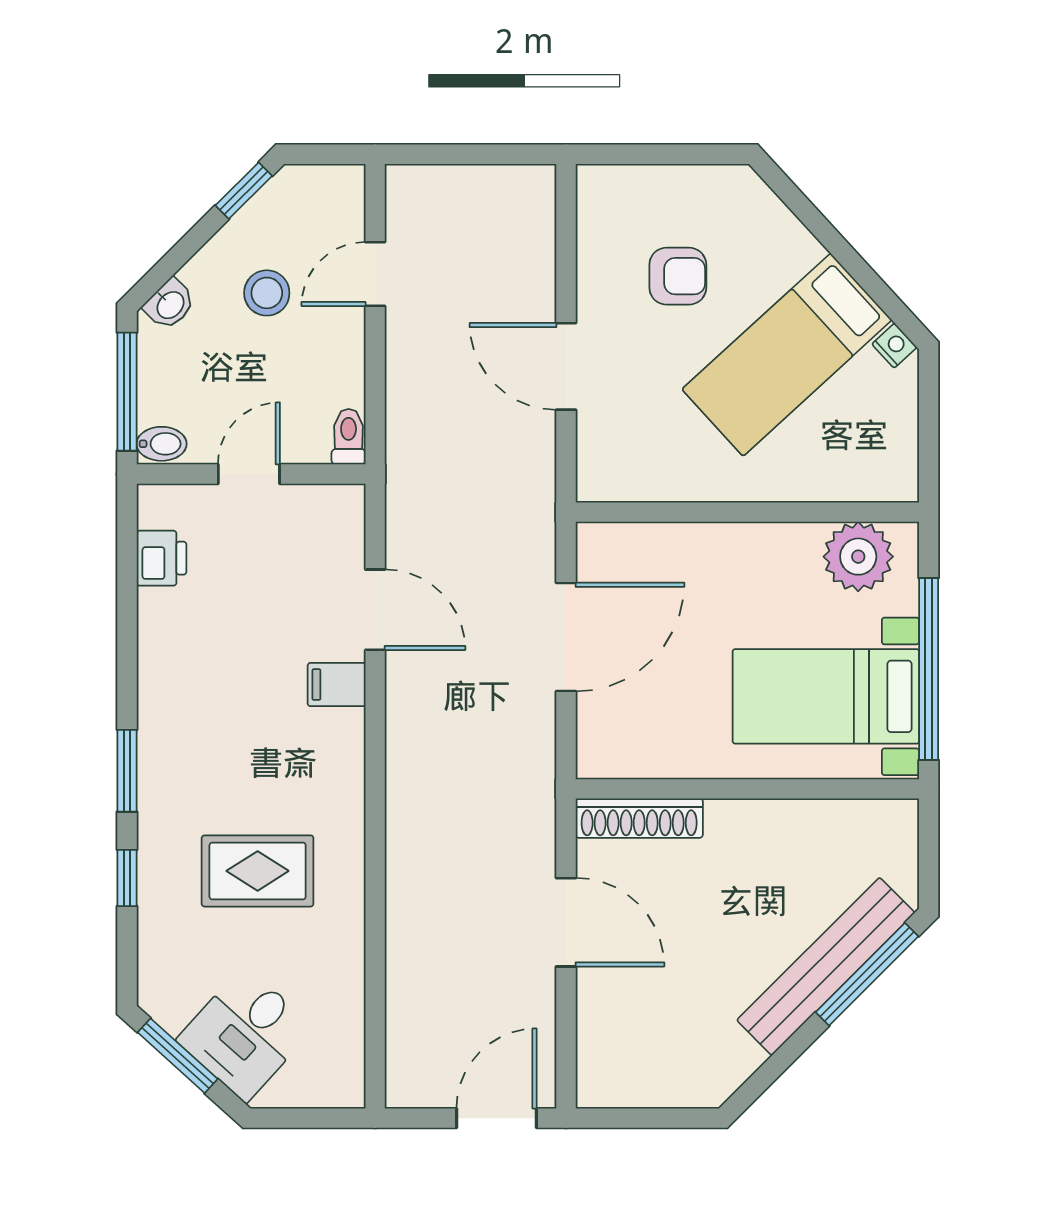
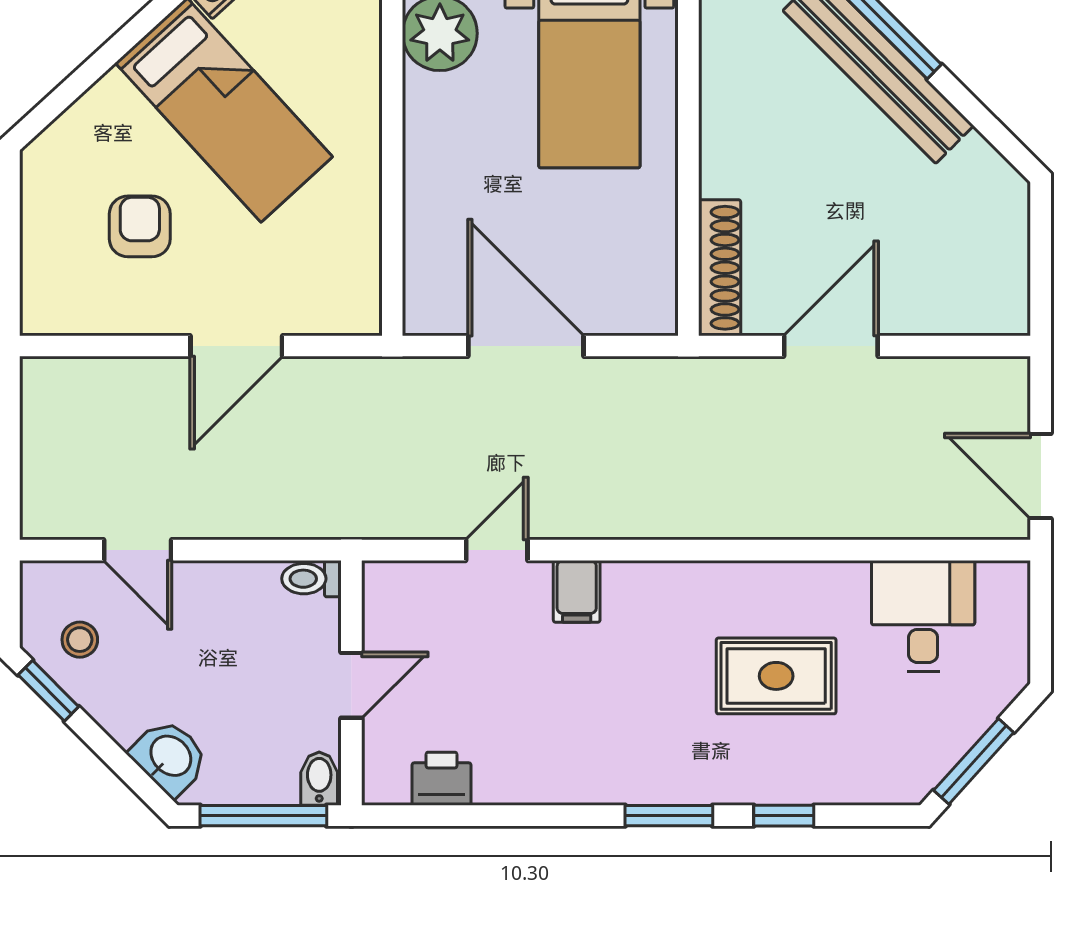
stool: (267, 293) -> (80, 640), moved, width x0.73, depth x0.73
washbasin: (170, 304) -> (170, 757), width x1.38, depth x1.45
door: (249, 474) -> (351, 685), swing flipped
door: (375, 610) -> (497, 550), width x0.73
rug: (258, 871) -> (776, 676), turned 90
desk: (245, 1034) -> (923, 616), moved, turned -132
door: (497, 1118) -> (1041, 476), moved

